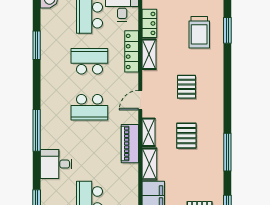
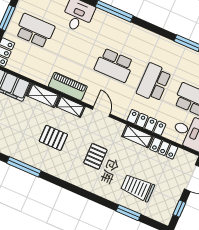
school desk: (89, 61) -> (154, 83), turned 180
pallet: (186, 87) -> (95, 156), turned 90
school desk: (89, 107) -> (114, 65), turned -90

